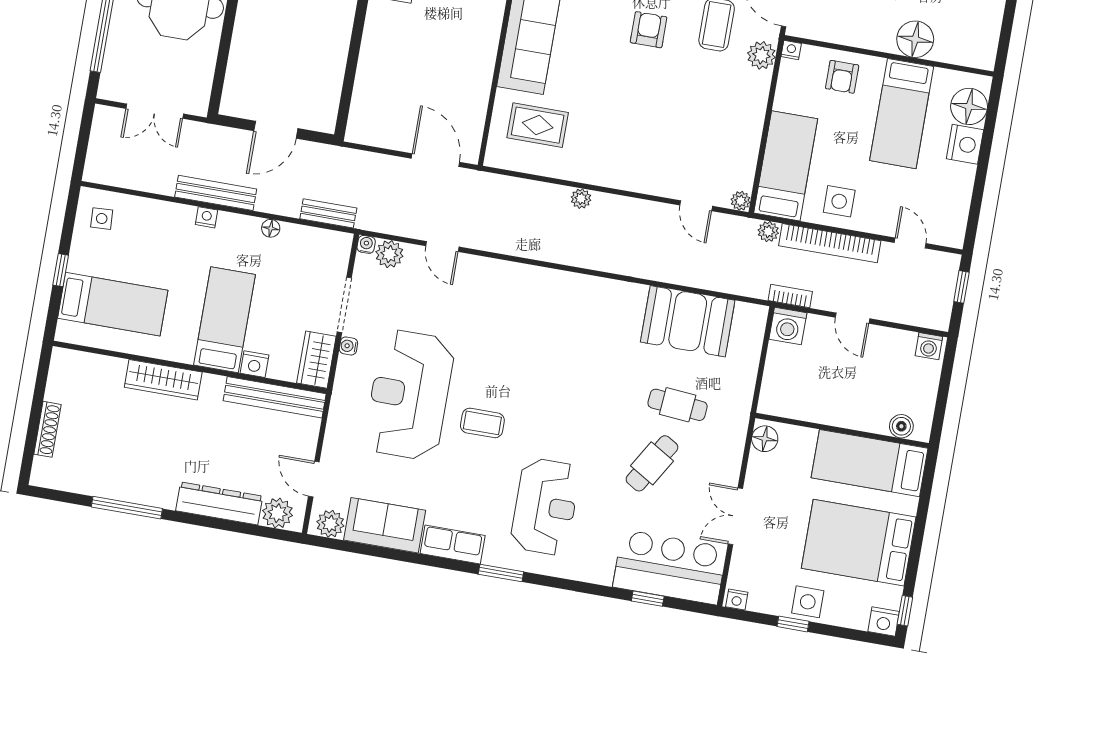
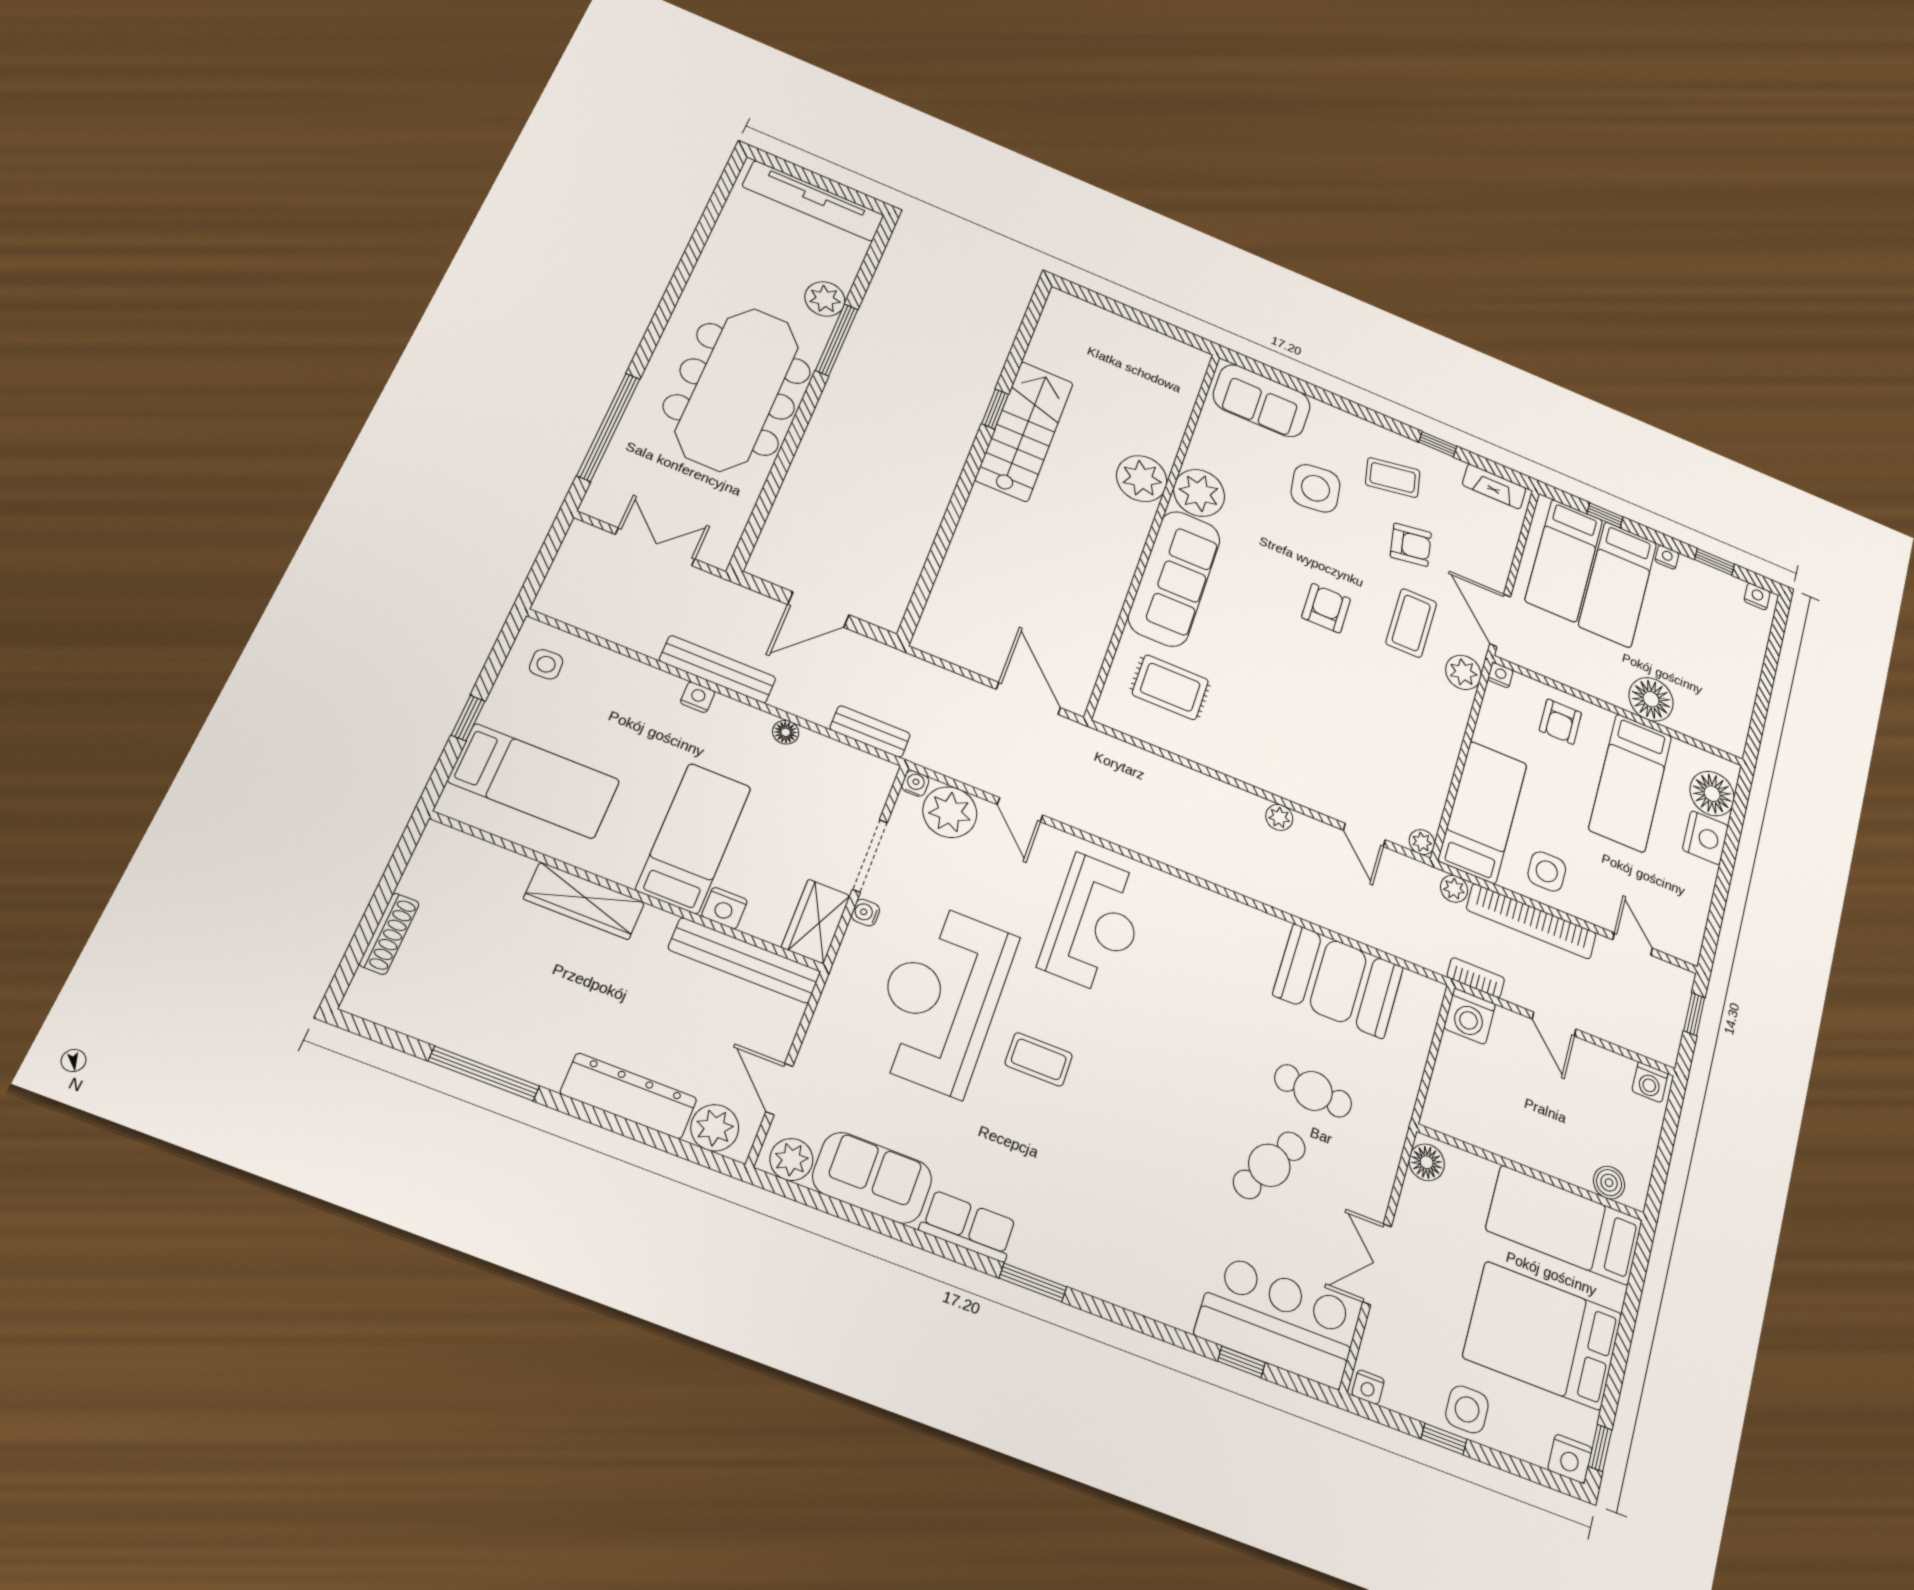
double door: (155, 111) -> (655, 547), swing flipped
plant: (581, 199) -> (1279, 817), moved
plant: (389, 254) -> (950, 812), width x1.36, depth x1.36
reception desk: (545, 507) -> (1095, 924), moved

